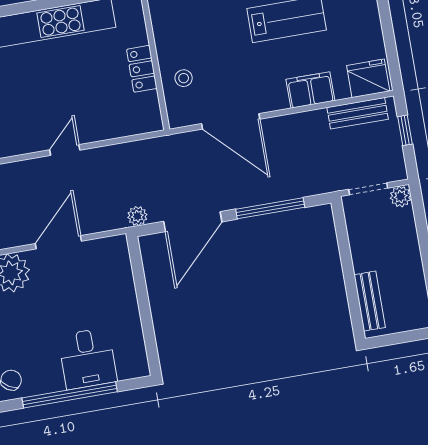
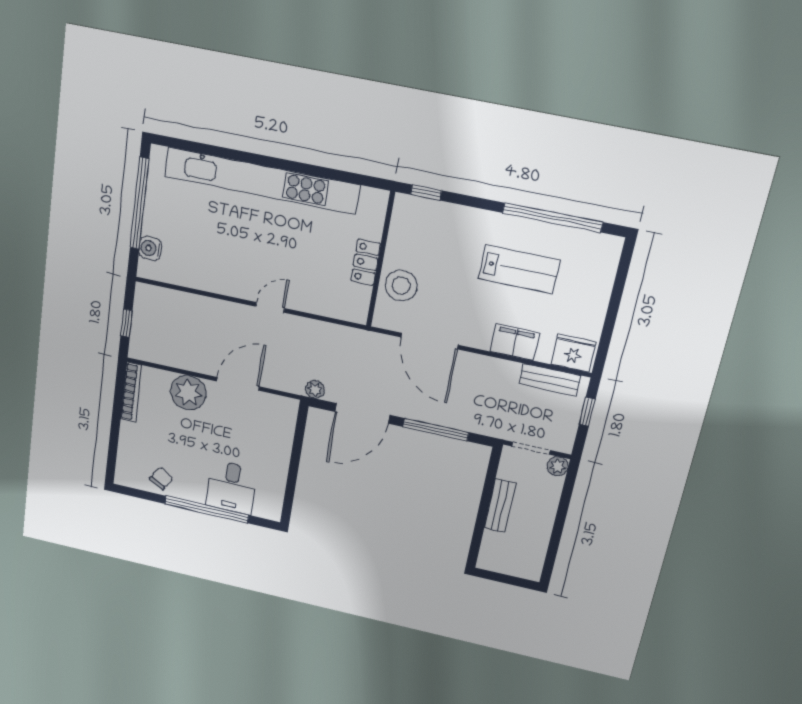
stool: (184, 78) -> (401, 286), width x1.89, depth x1.89
bench: (370, 301) -> (500, 506), moved

